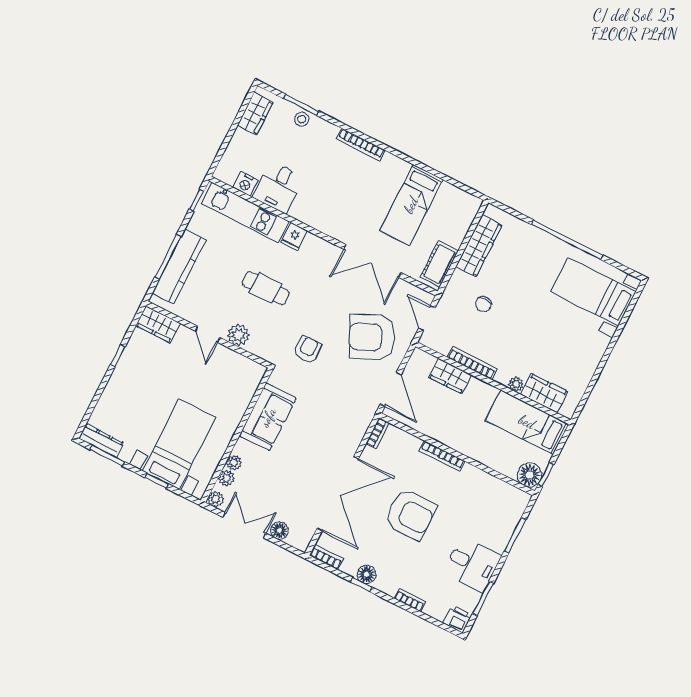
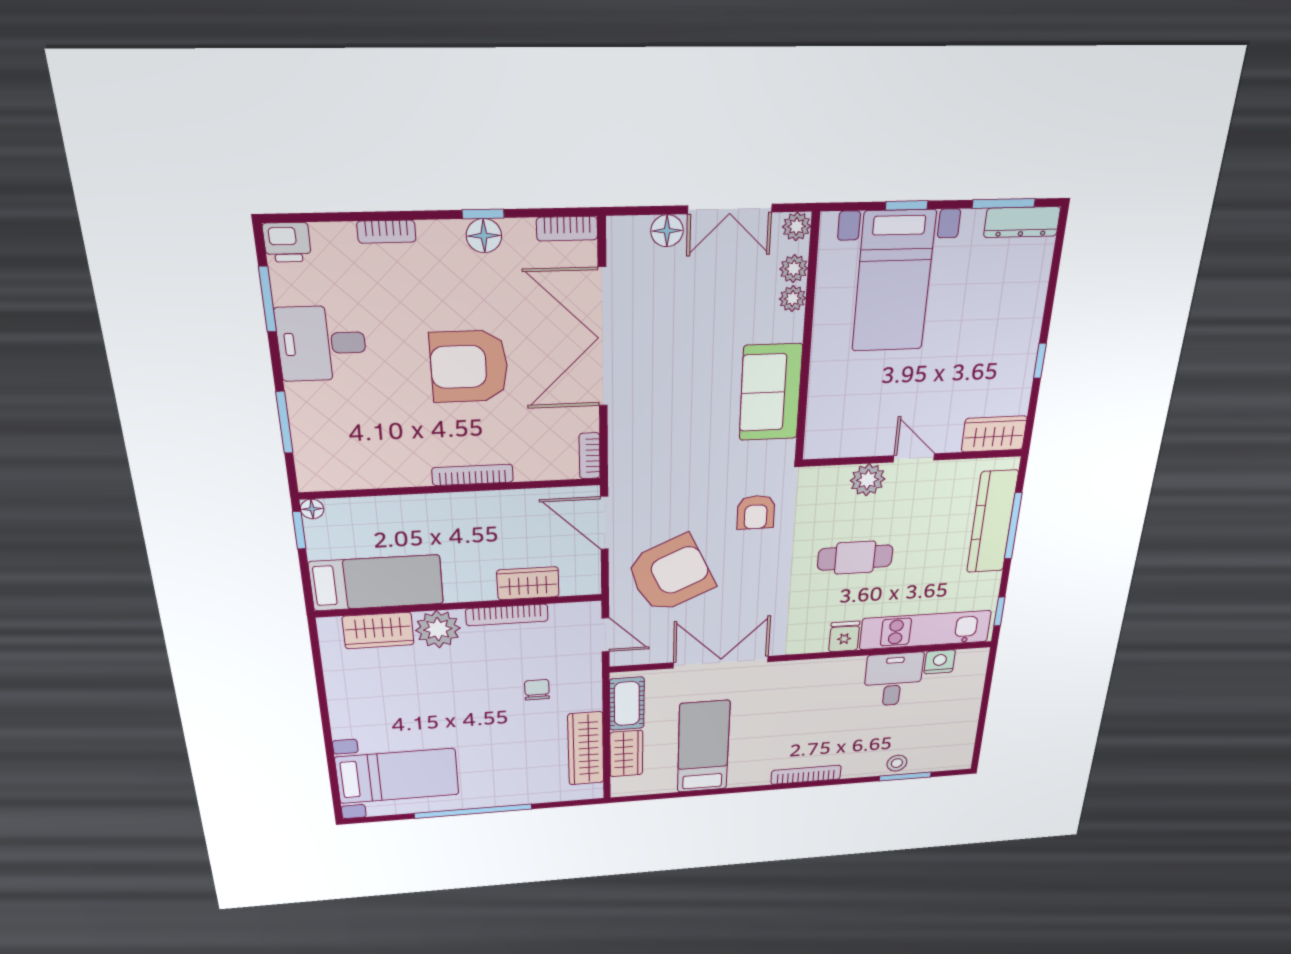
wardrobe: (255, 114) -> (626, 754), moved, turned 180
plant: (516, 384) -> (438, 629), width x1.88, depth x1.88
floor lamp: (530, 475) -> (312, 509), width x0.53, depth x0.53

